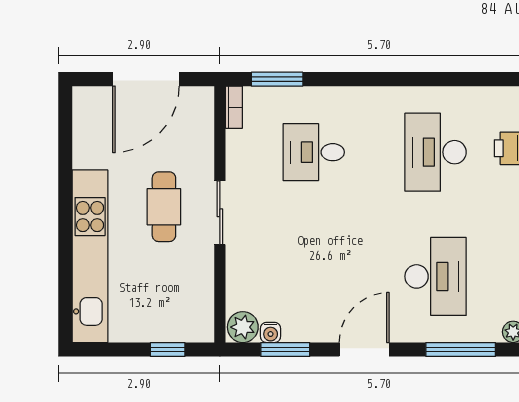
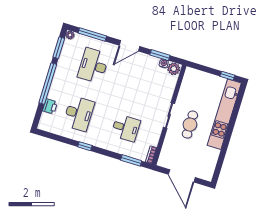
door: (146, 79) -> (182, 176), swing flipped
window: (397, 79) -> (85, 146), added
window: (168, 349) -> (227, 76), moved

